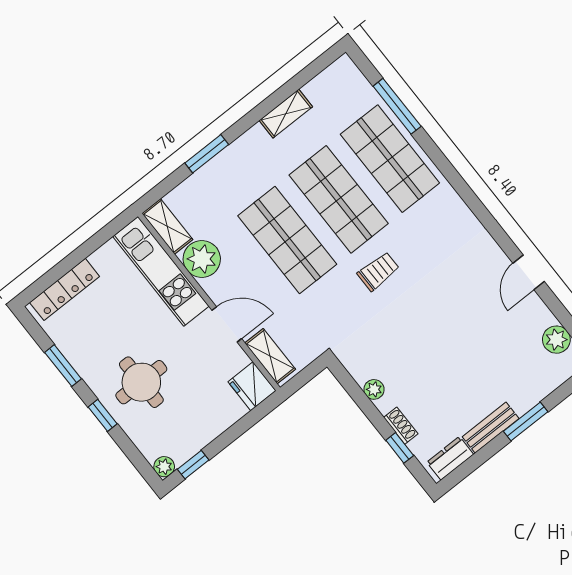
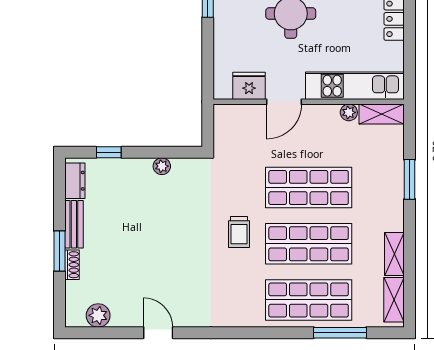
plant: (202, 259) -> (349, 112), width x0.53, depth x0.53
shelving: (270, 356) -> (394, 300), moved, turned 90
fridge: (252, 386) -> (249, 86), moved
shoe rack: (401, 426) -> (72, 265), moved, turned -90

